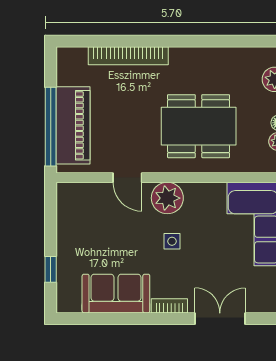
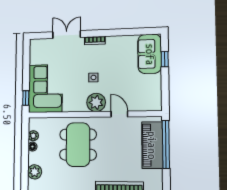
dining table: (199, 126) -> (78, 145), turned 90
sofa: (116, 294) -> (150, 54), moved, turned 90
double door: (220, 319) -> (67, 35), swing flipped

